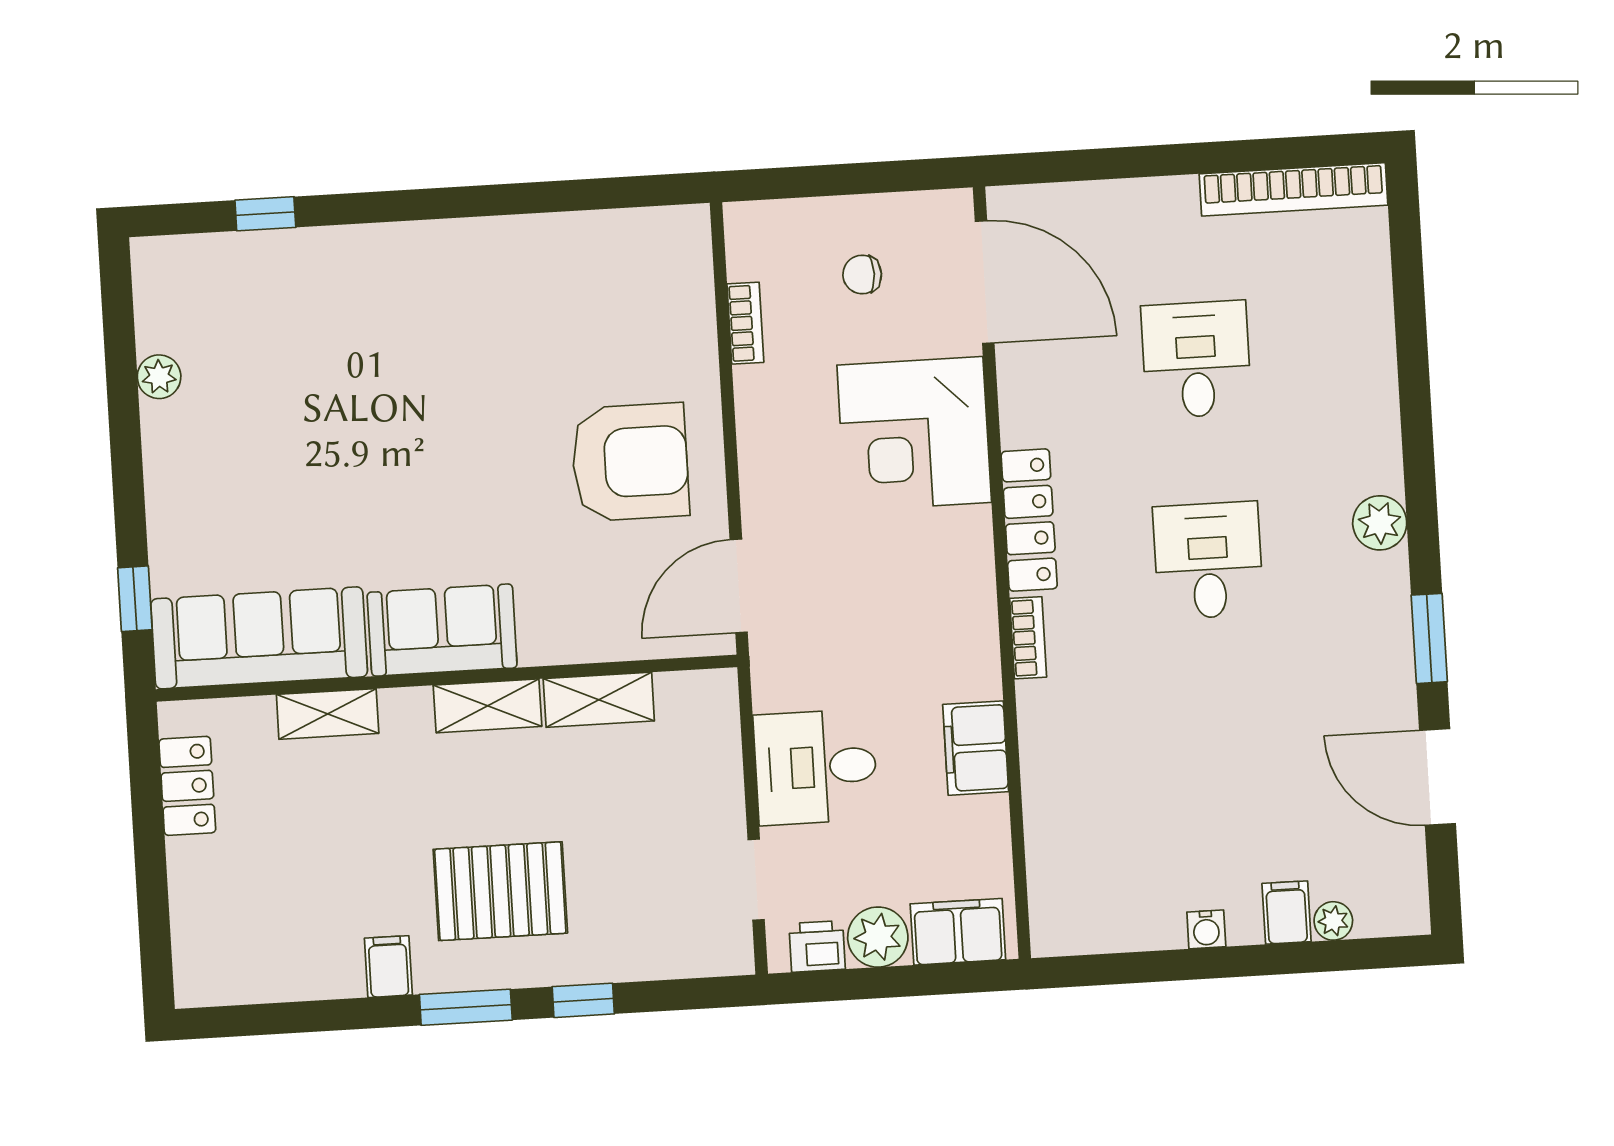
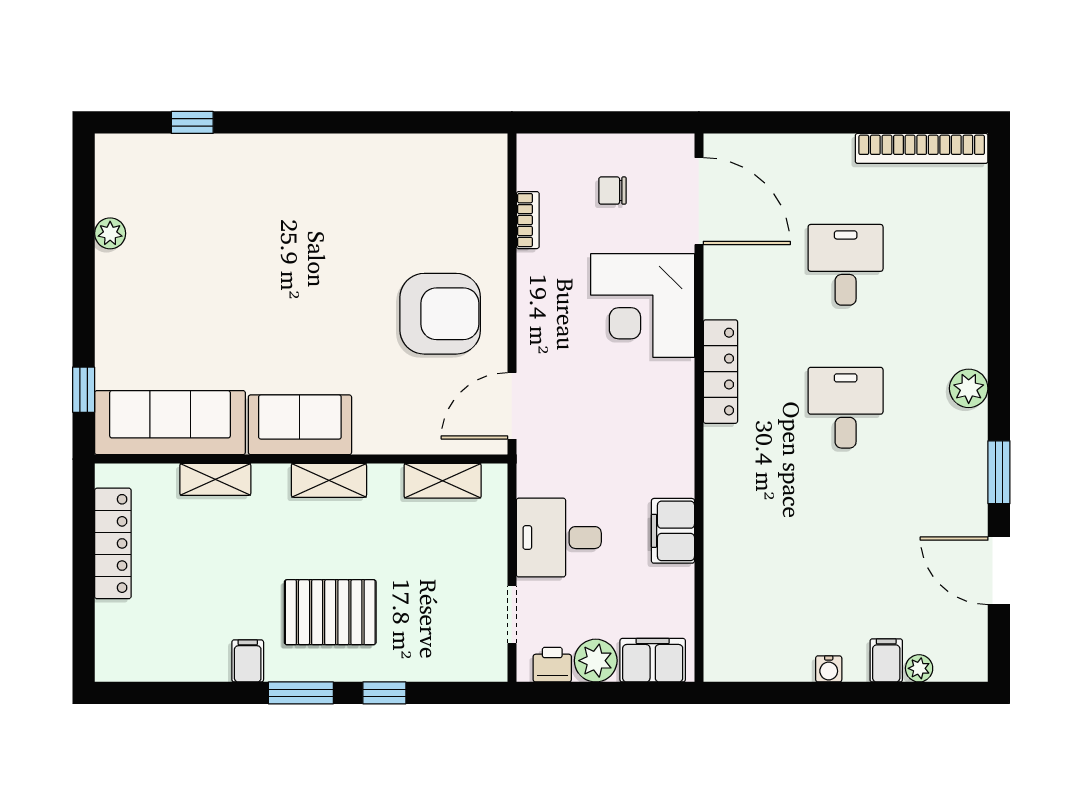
bookcase: (1028, 638) -> (715, 455), removed
shelving: (599, 700) -> (443, 481), moved
locker: (187, 786) -> (113, 543), width x1.53

